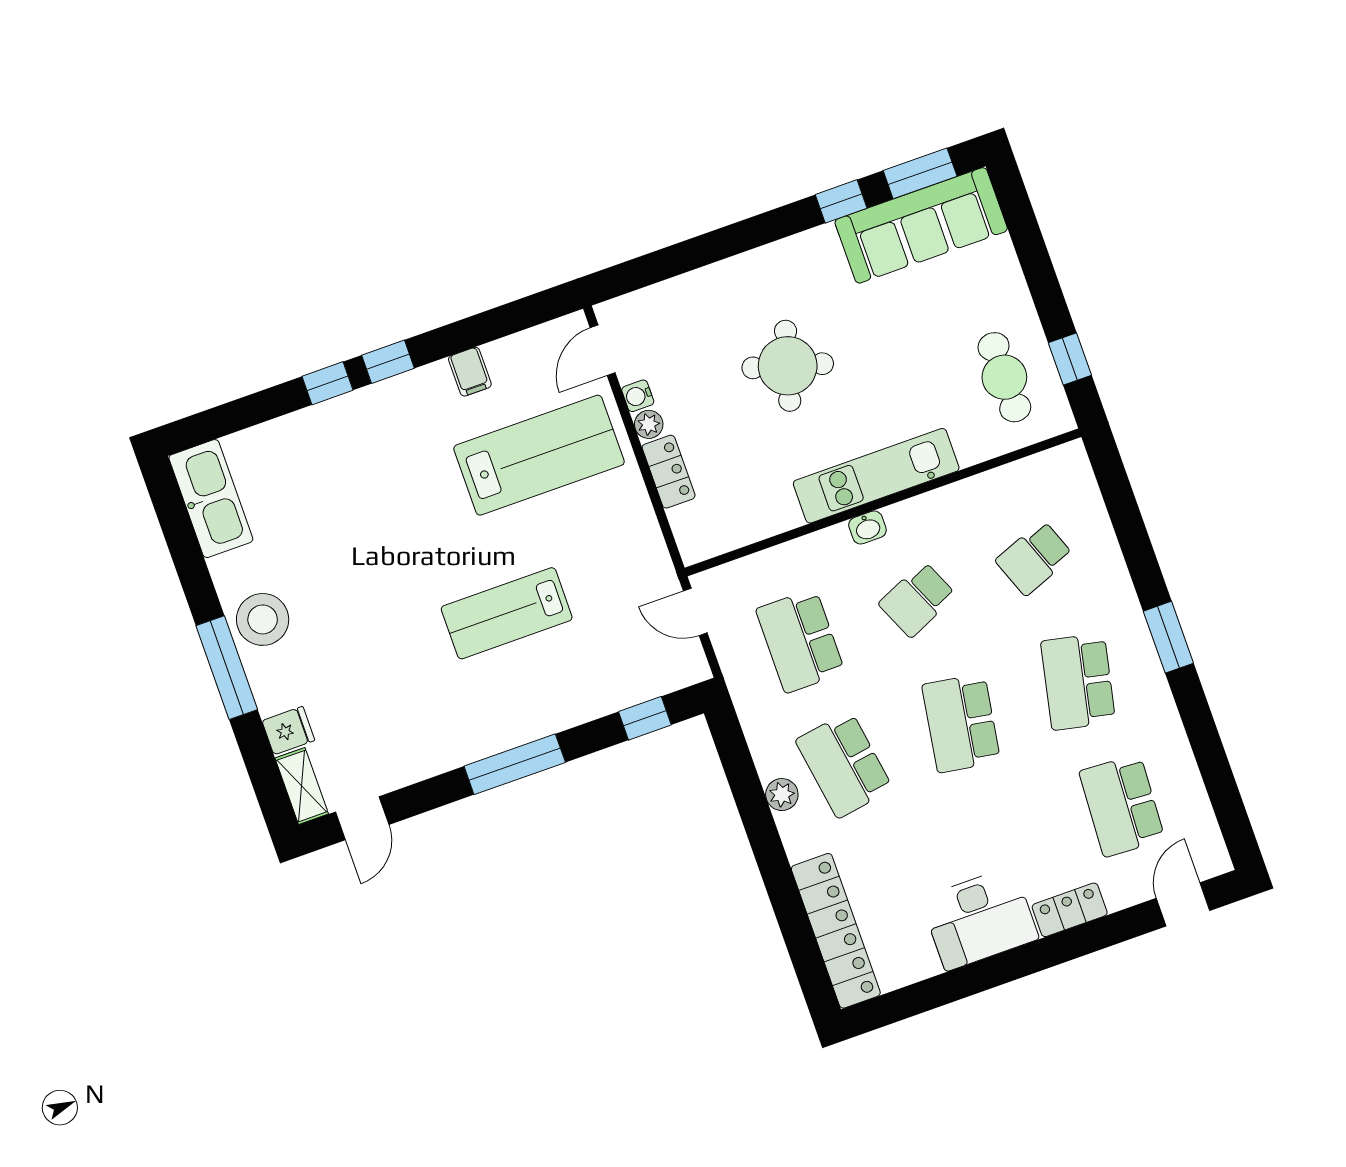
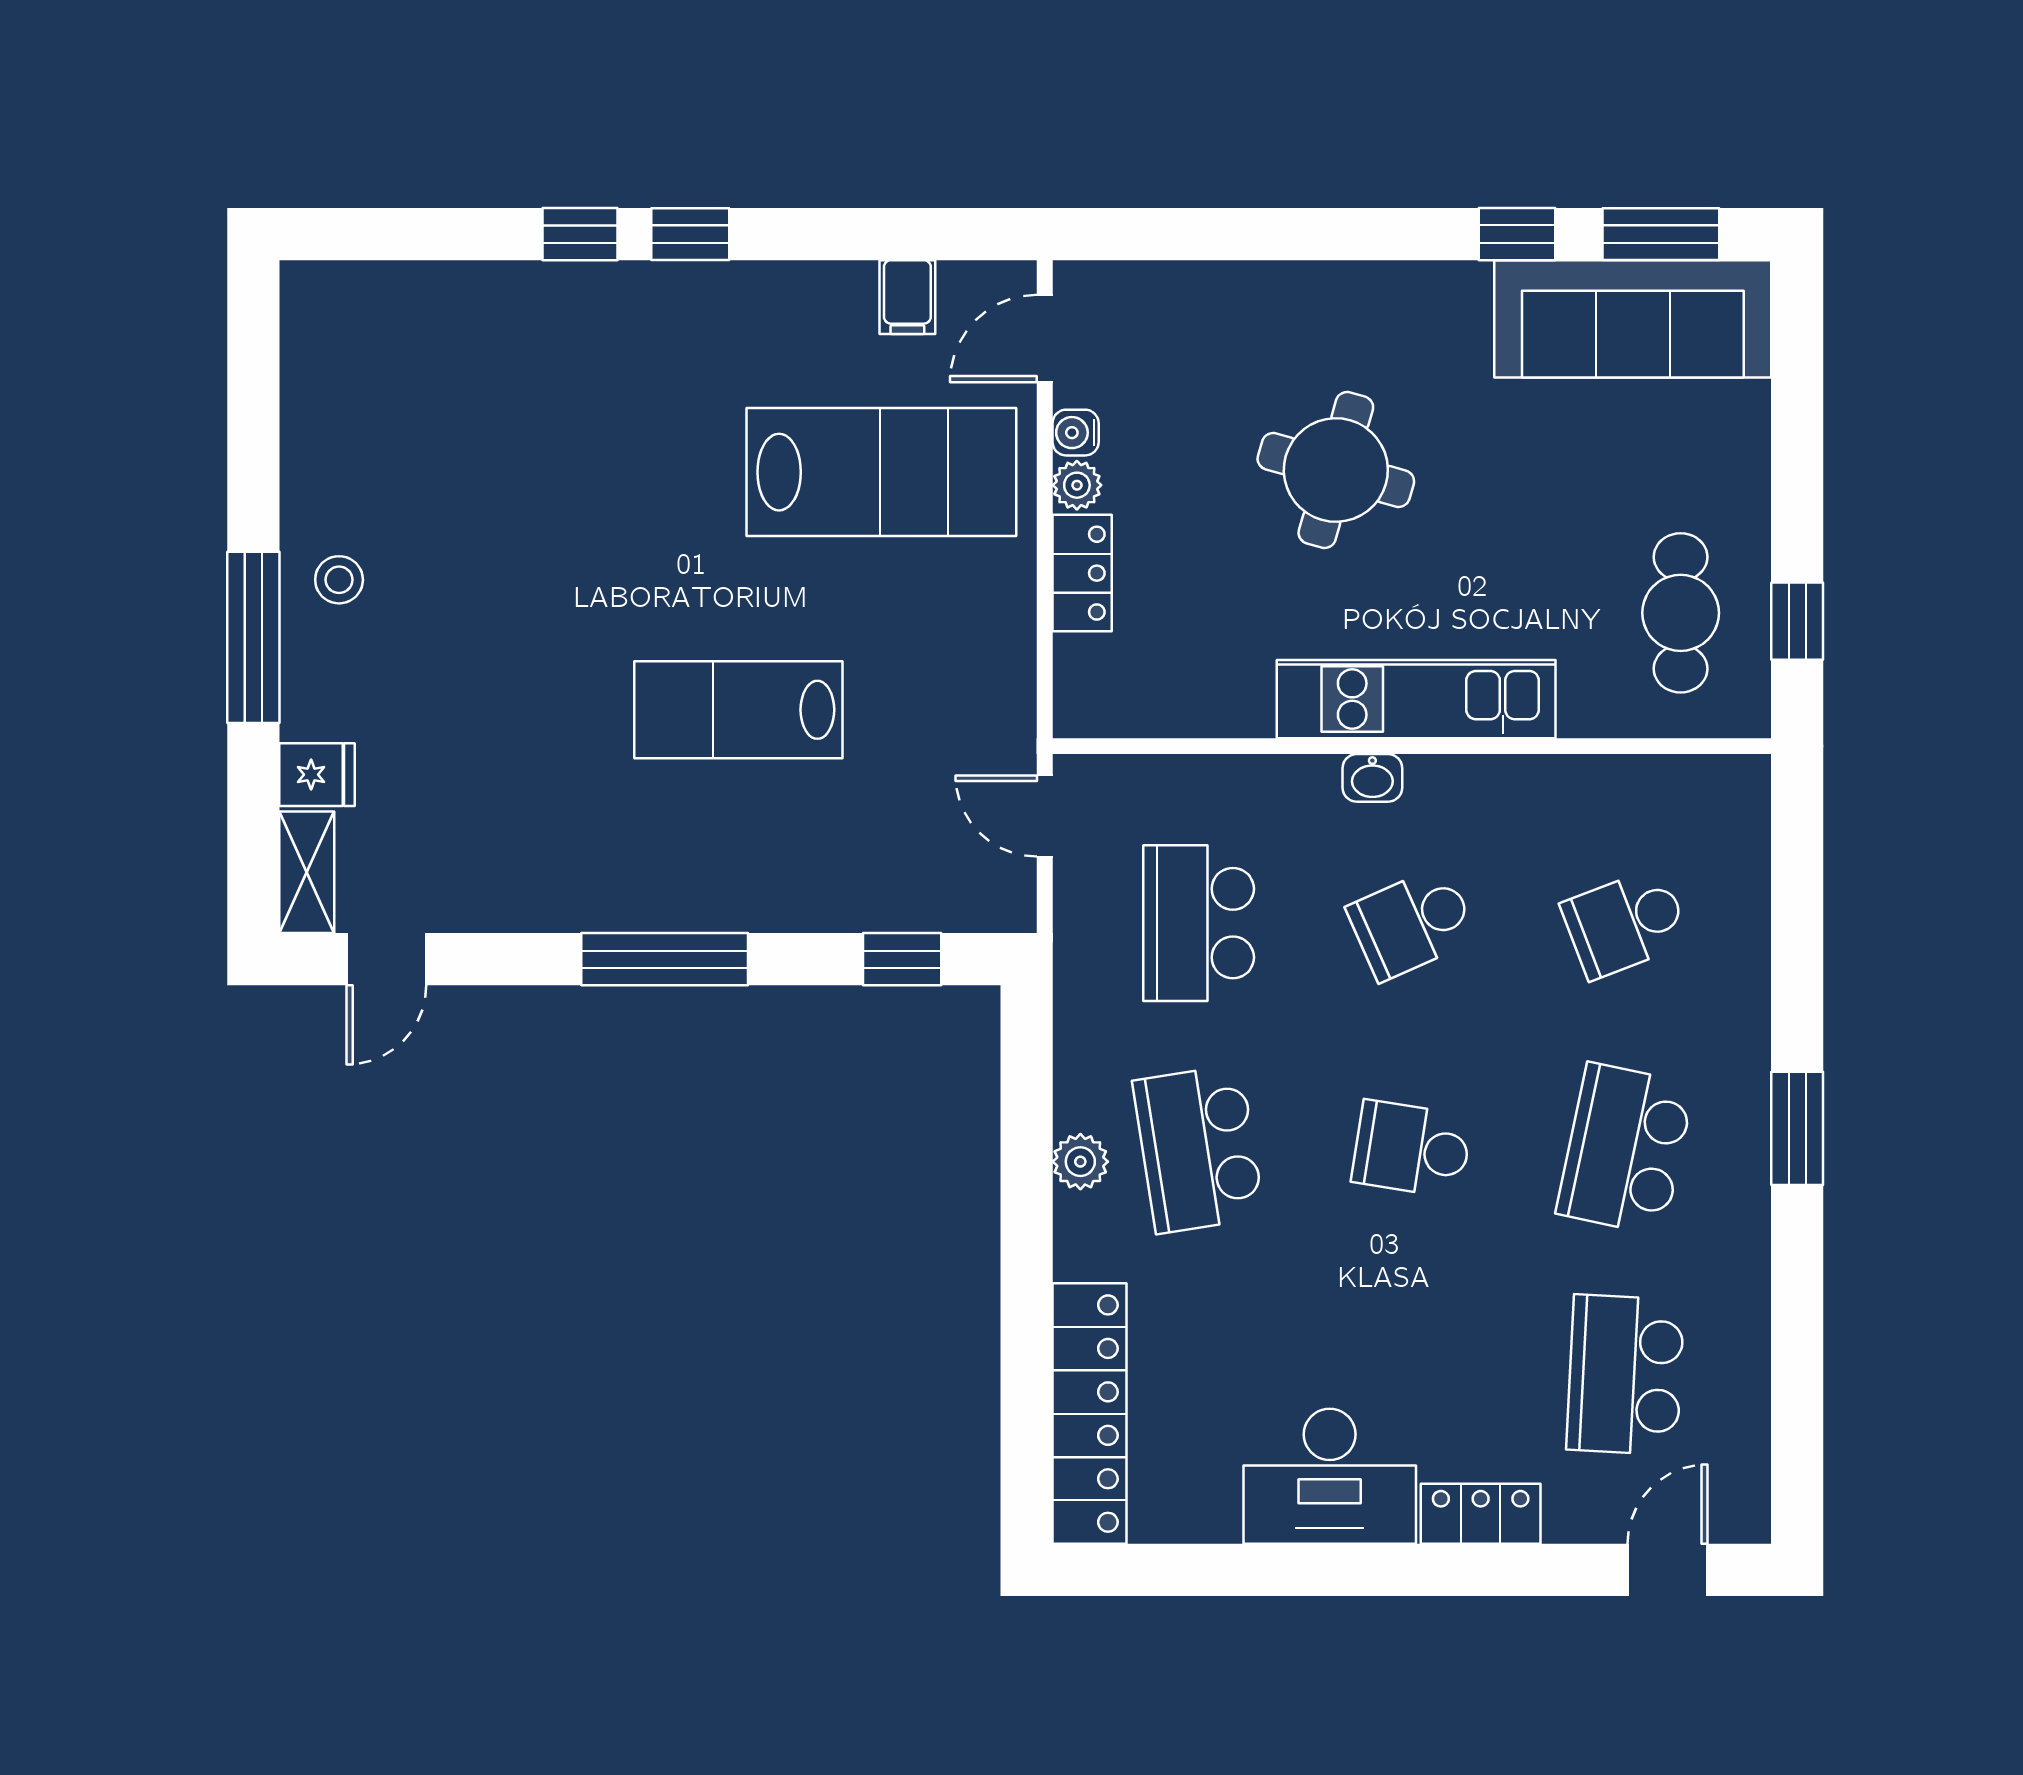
filing cabinet: (470, 372) -> (907, 297), moved
kitchen sink: (211, 499) -> (325, 354), removed
stool: (263, 619) -> (339, 580), width x0.53, depth x0.53
school desk: (961, 723) -> (1412, 1149), width x0.54

